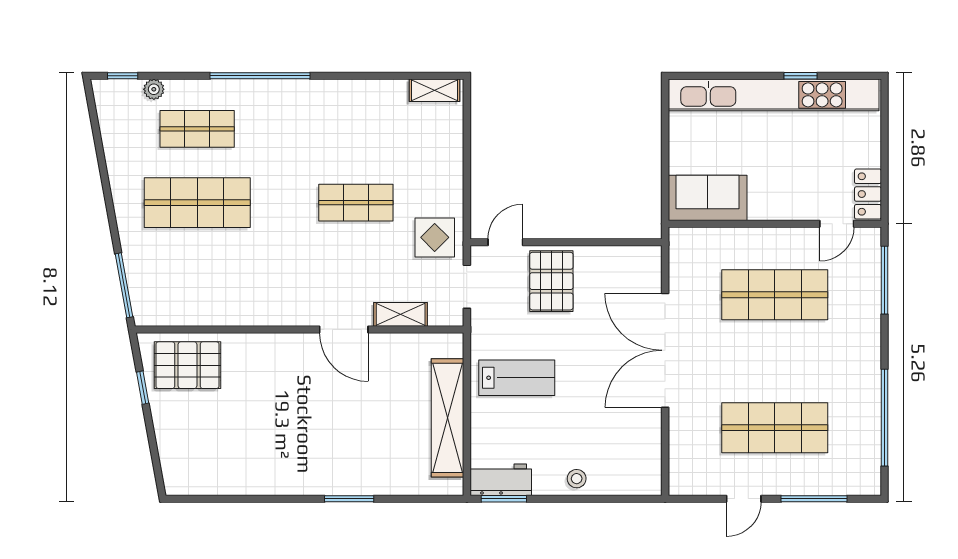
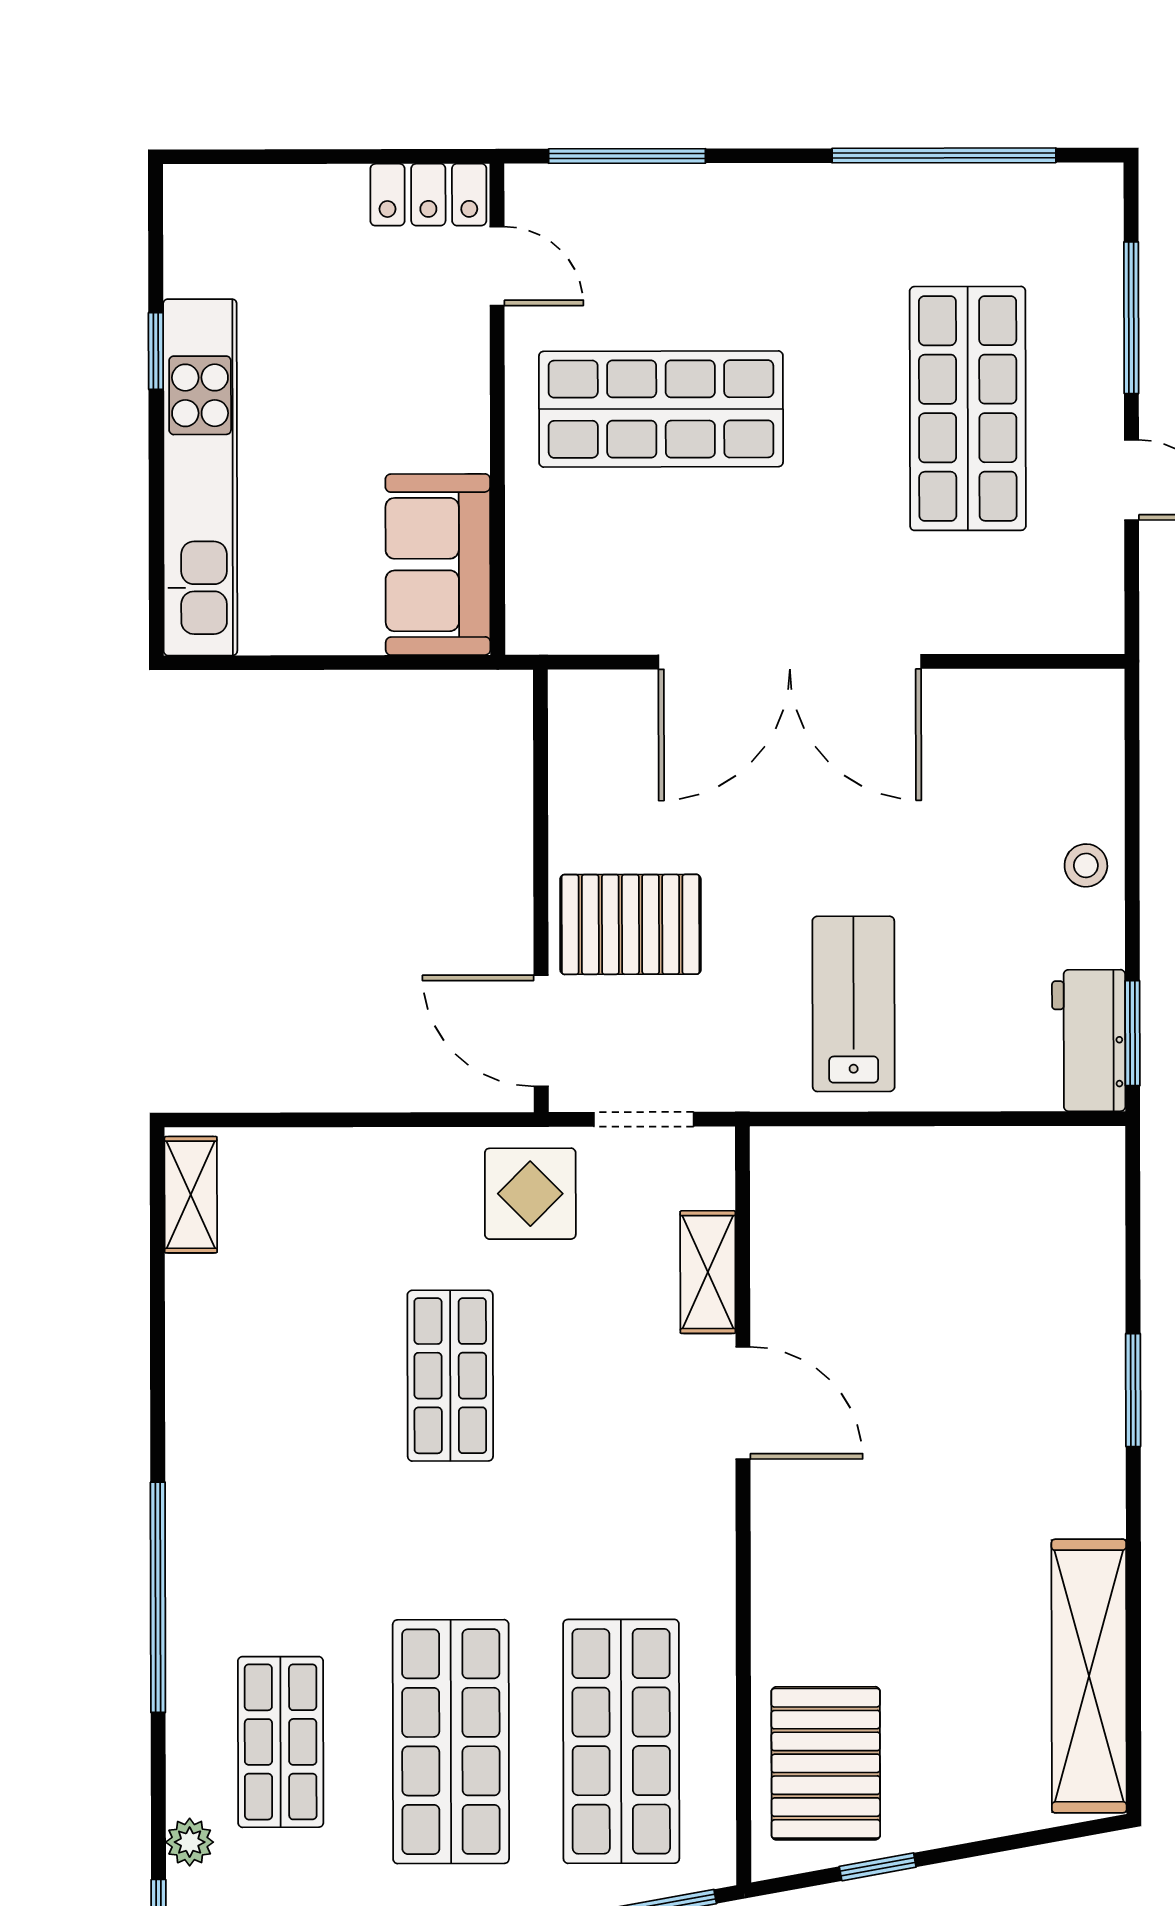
kitchen unit: (774, 95) -> (200, 477), width x0.73
door: (505, 242) -> (541, 1031), width x1.38
shop shelf: (197, 276) -> (621, 1741), added
shop shelf: (775, 295) -> (661, 409), turned 90
door: (344, 330) -> (743, 1403), hinge flipped
shelving: (448, 418) -> (1089, 1676), moved, turned 90

